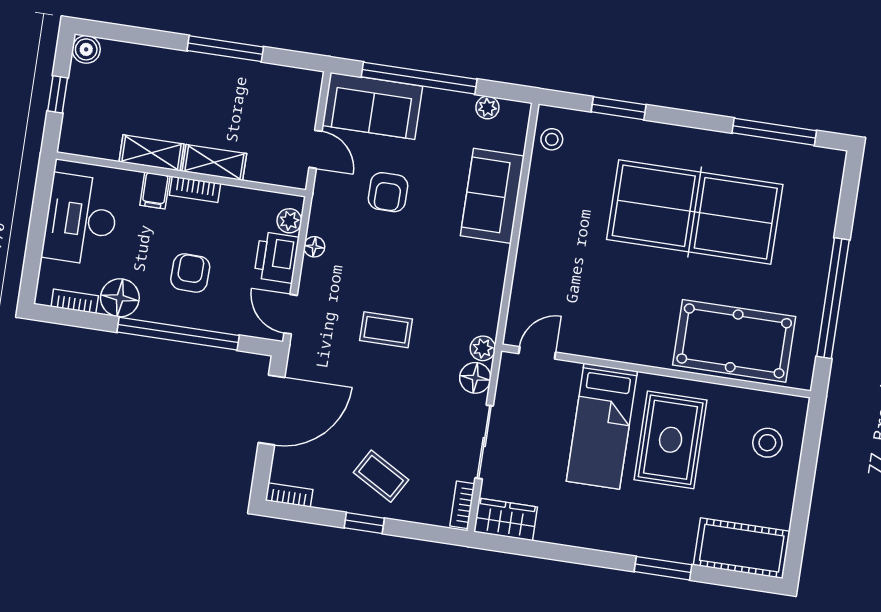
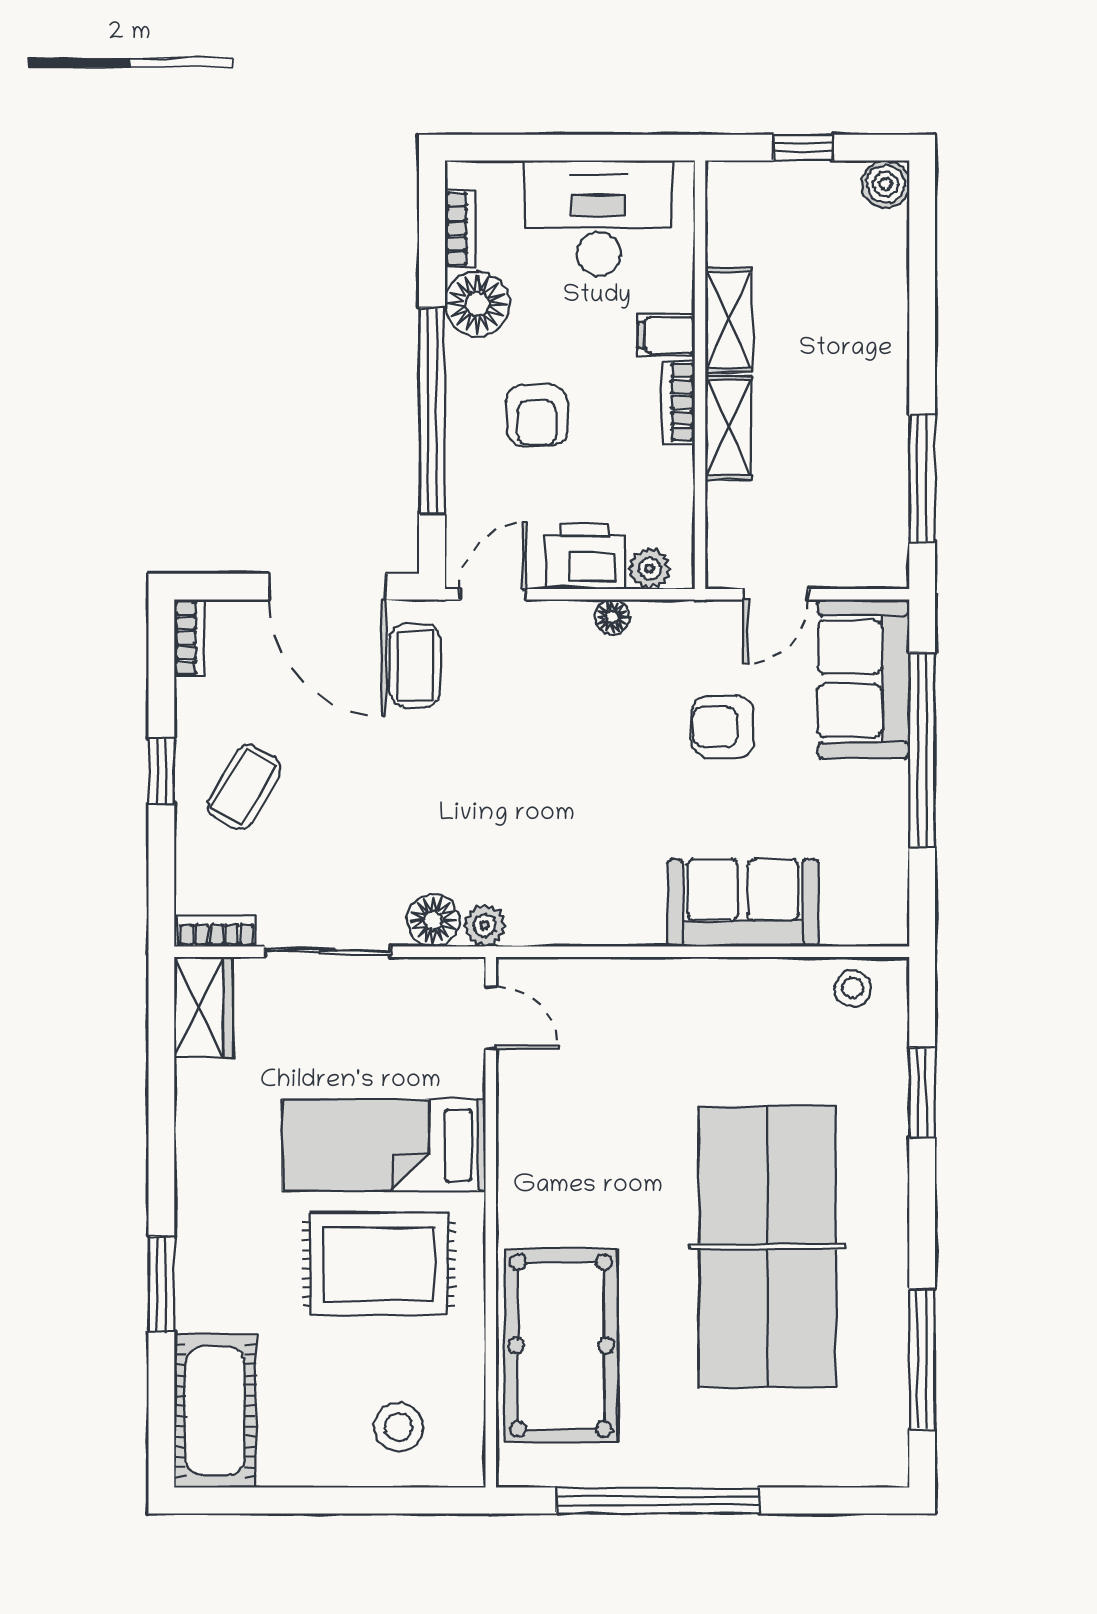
window: (225, 49) -> (922, 478), moved
plant: (487, 108) -> (890, 872), removed
armchair: (190, 273) -> (537, 415), turned 89
coffee table: (386, 330) -> (415, 665), moved

